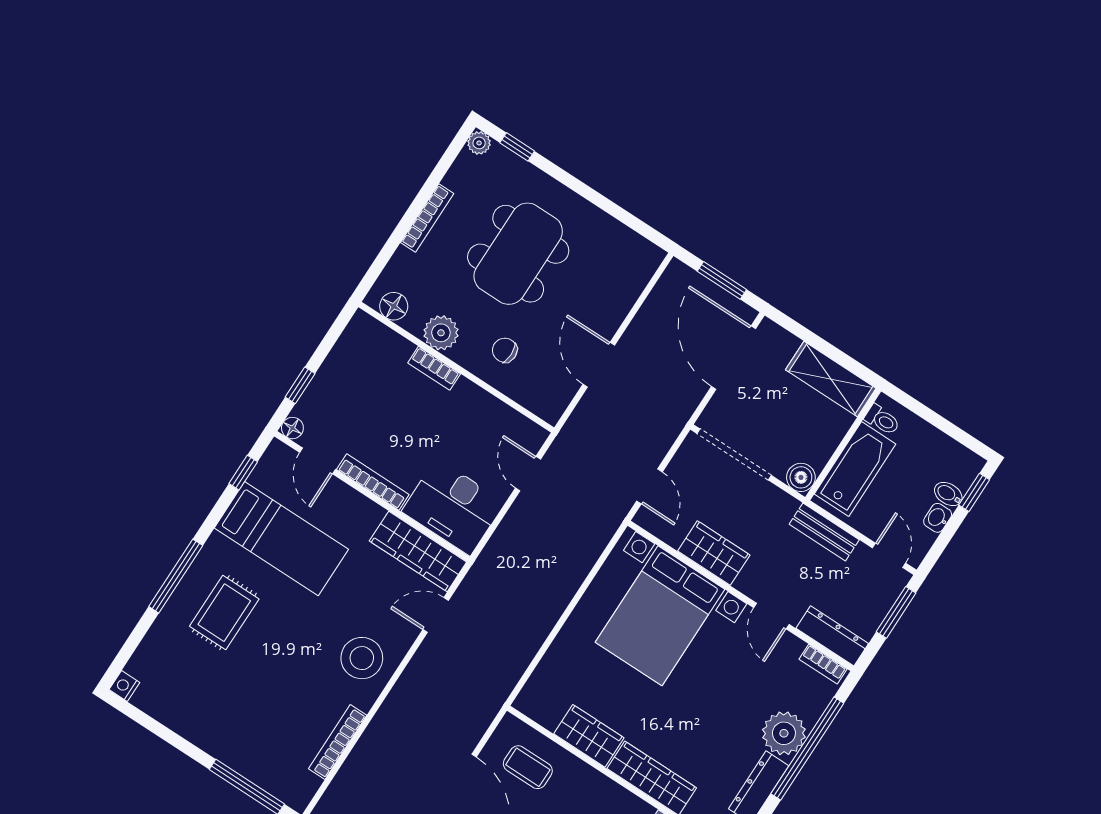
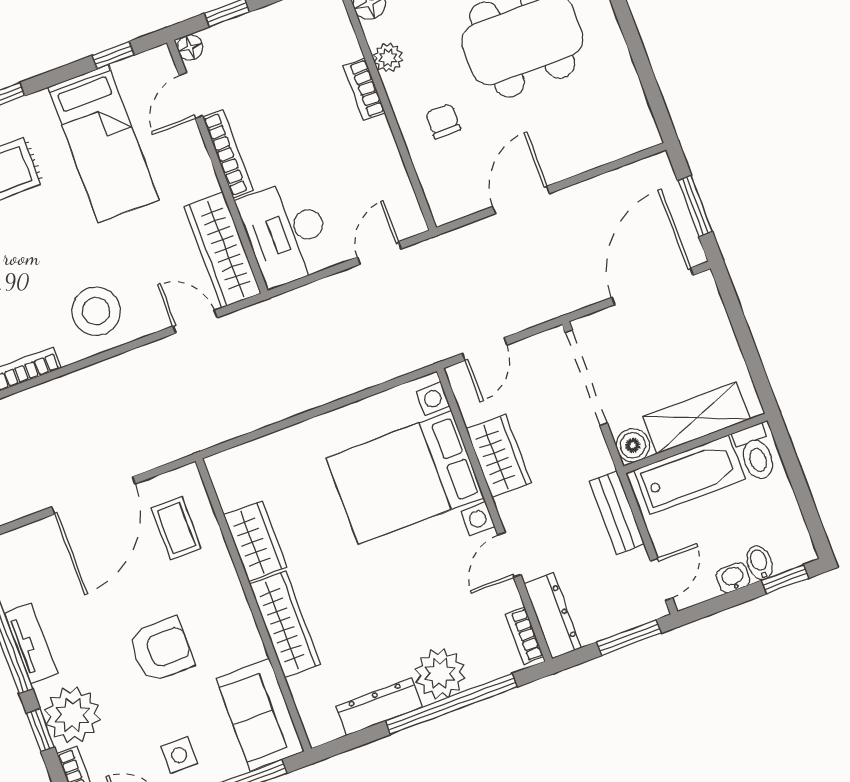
plant: (441, 333) -> (388, 58), width x0.73, depth x0.73
shelving: (831, 379) -> (697, 418), moved, turned 90
toilet: (882, 420) -> (756, 453), width x1.37, depth x1.39

